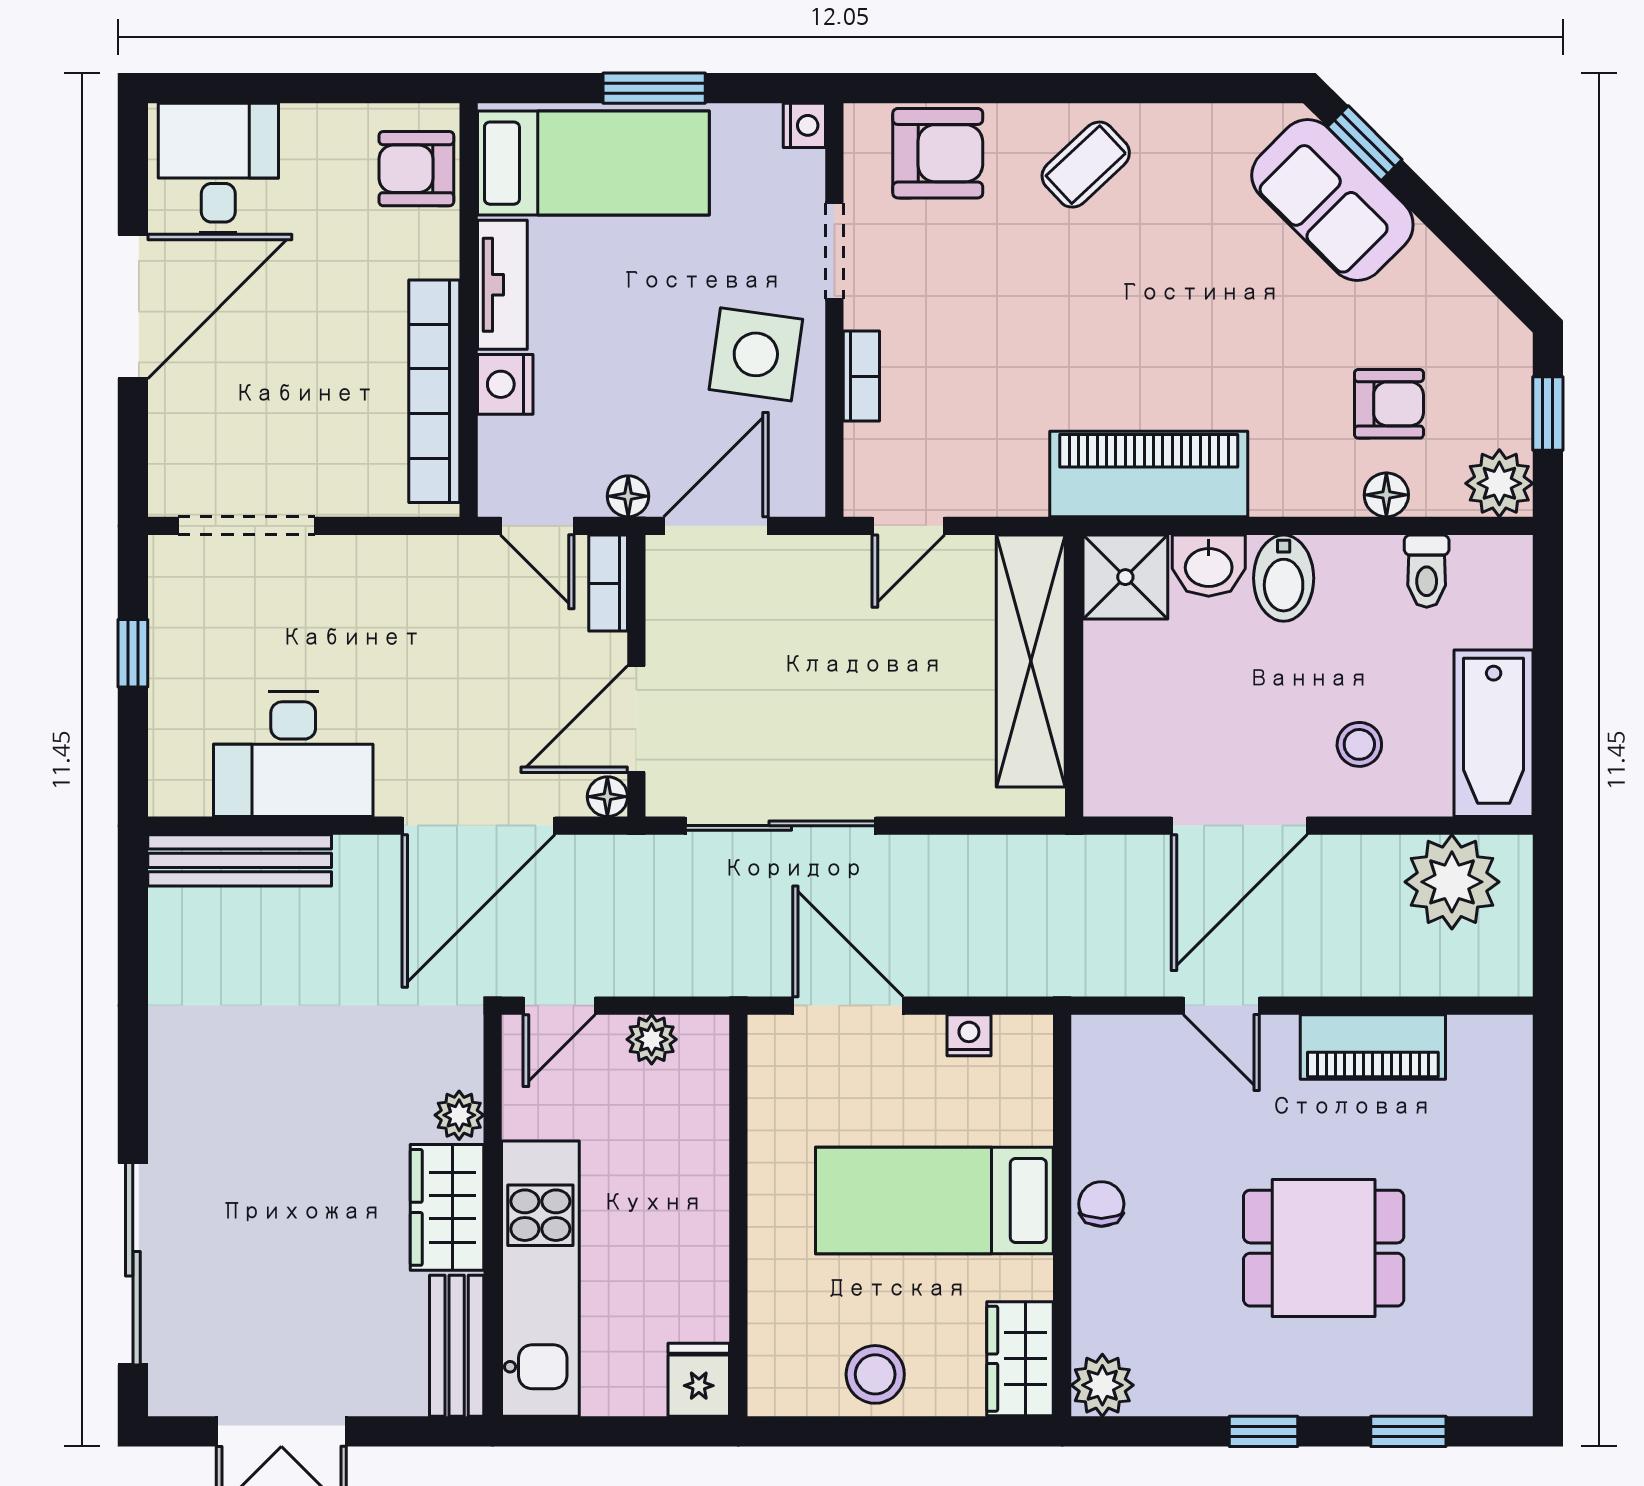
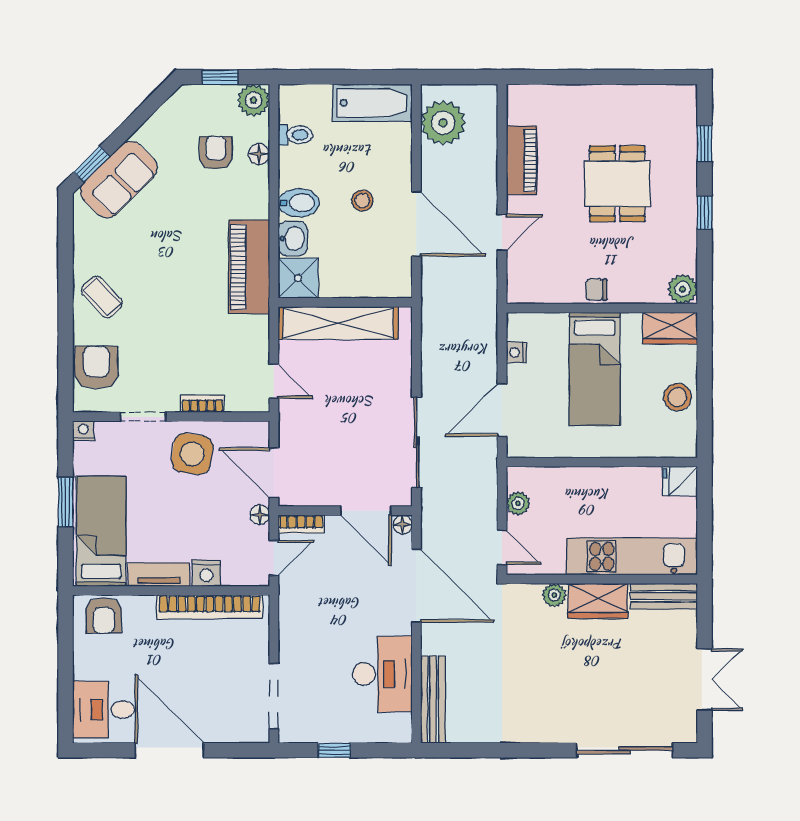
stool: (1359, 744) -> (362, 201), moved

